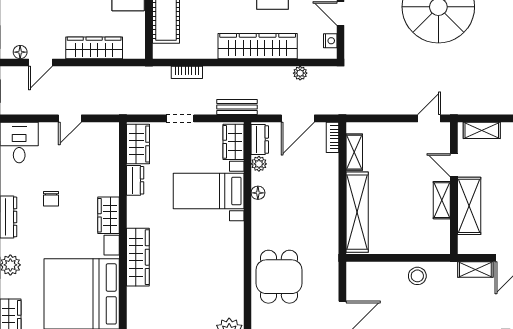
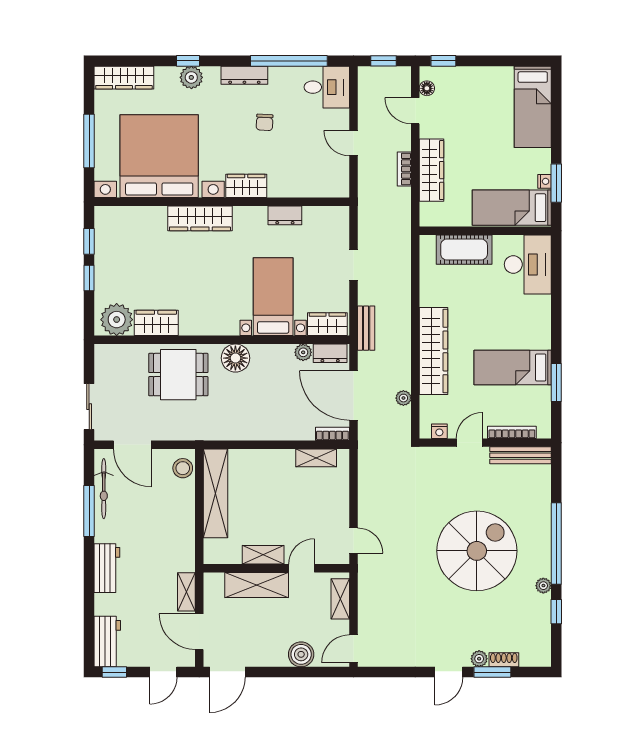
bookcase: (187, 72) -> (404, 169), moved
door: (298, 118) -> (354, 395), width x1.36
wardrobe: (138, 144) -> (156, 323), moved, turned 180
floor lamp: (258, 193) -> (235, 358), moved, width x1.89, depth x1.89
chair: (51, 199) -> (265, 122), turned -87
shelving: (357, 212) -> (215, 493), moved, turned 90
stool: (417, 276) -> (183, 468), moved

